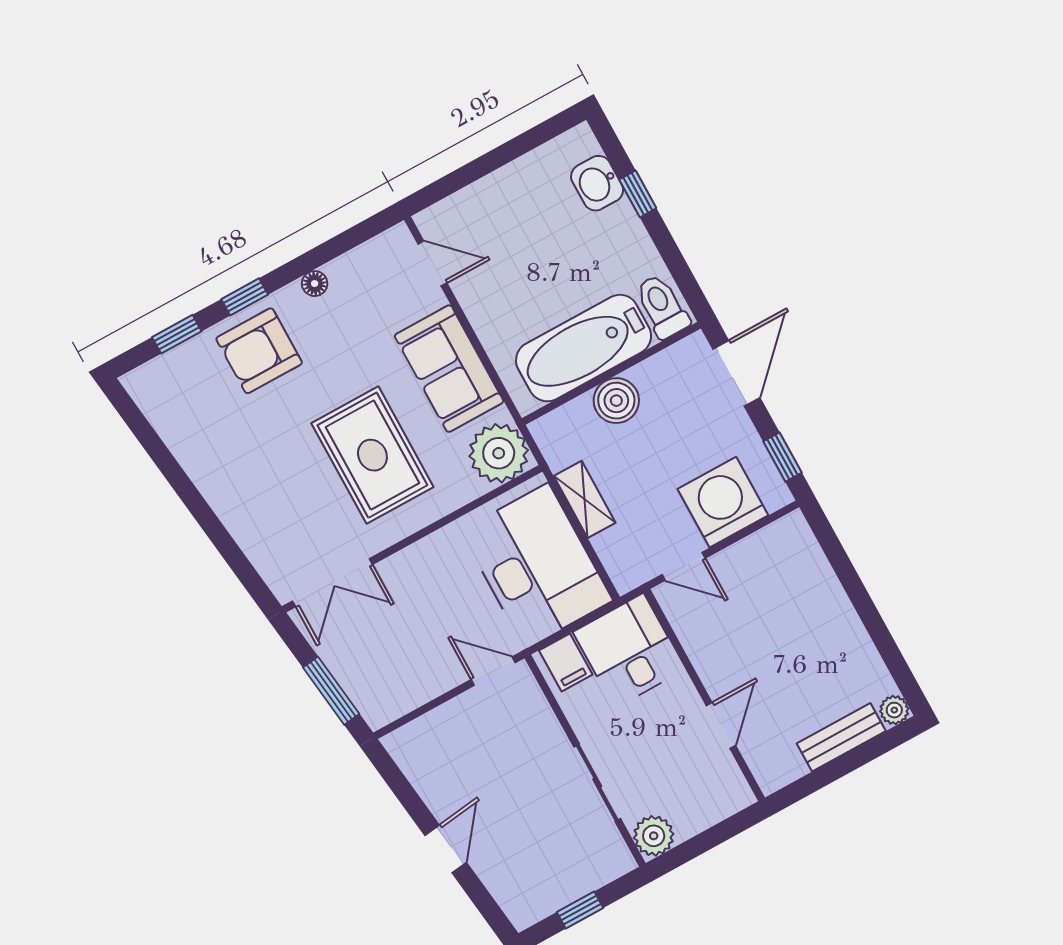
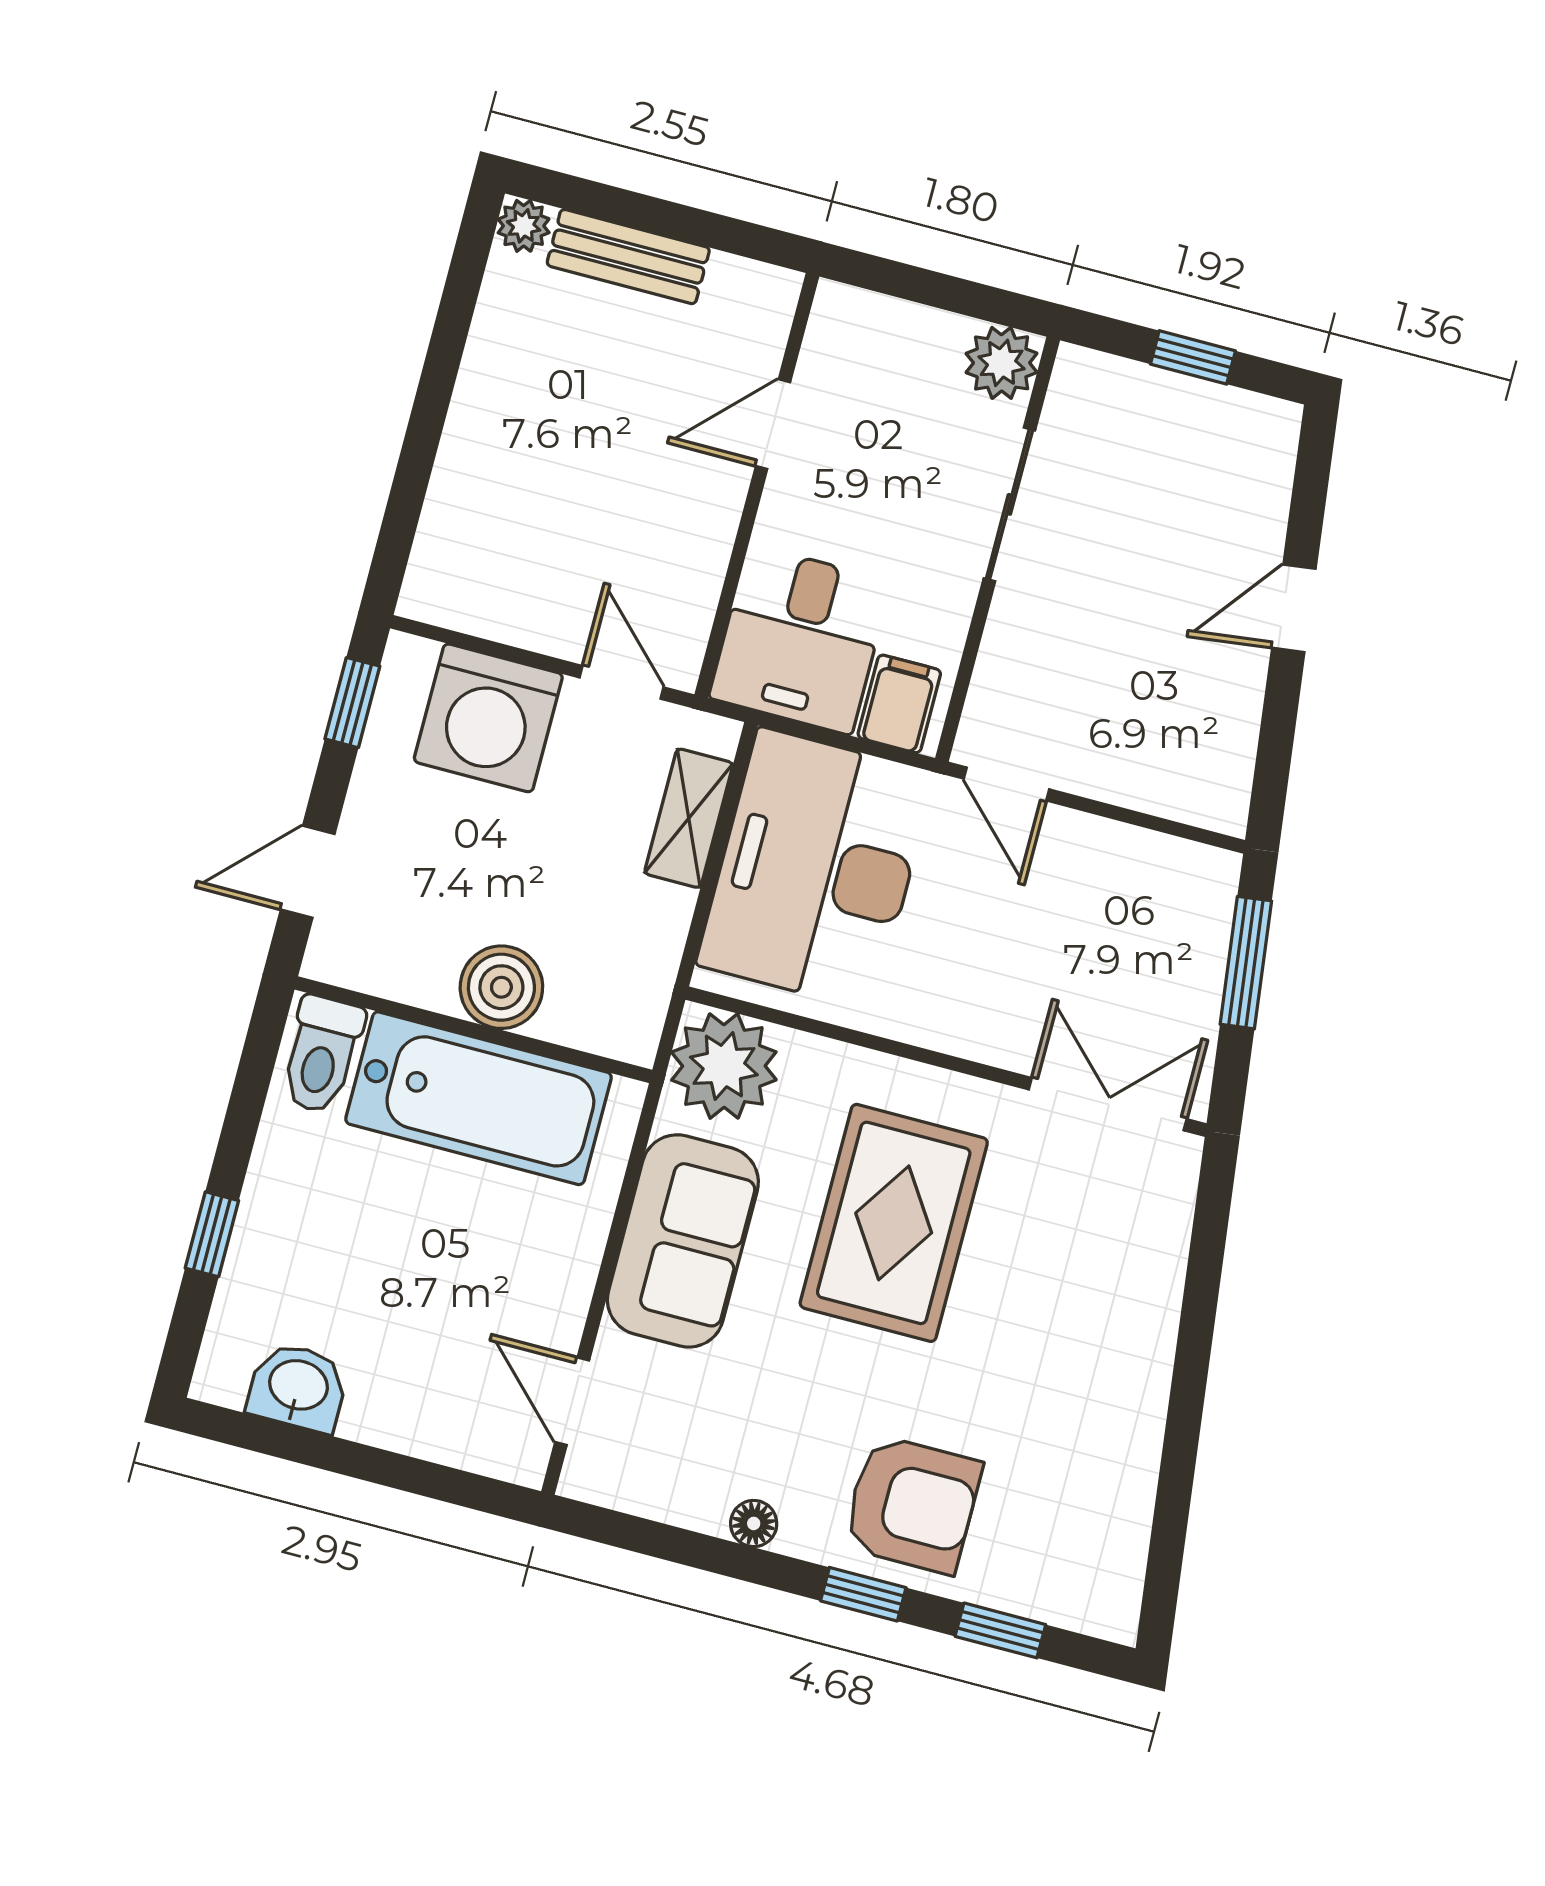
washbasin: (597, 183) -> (298, 1387), moved, turned -90
door: (736, 373) -> (308, 872), width x0.73
shelving: (585, 499) -> (689, 818), moved

